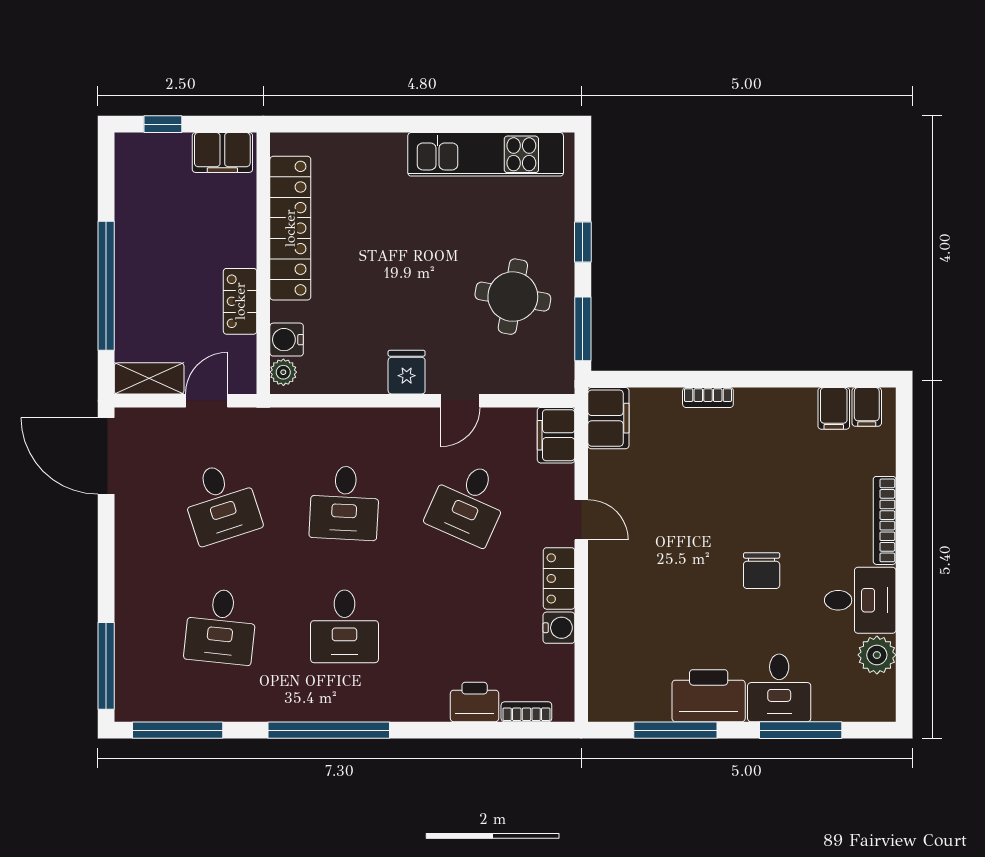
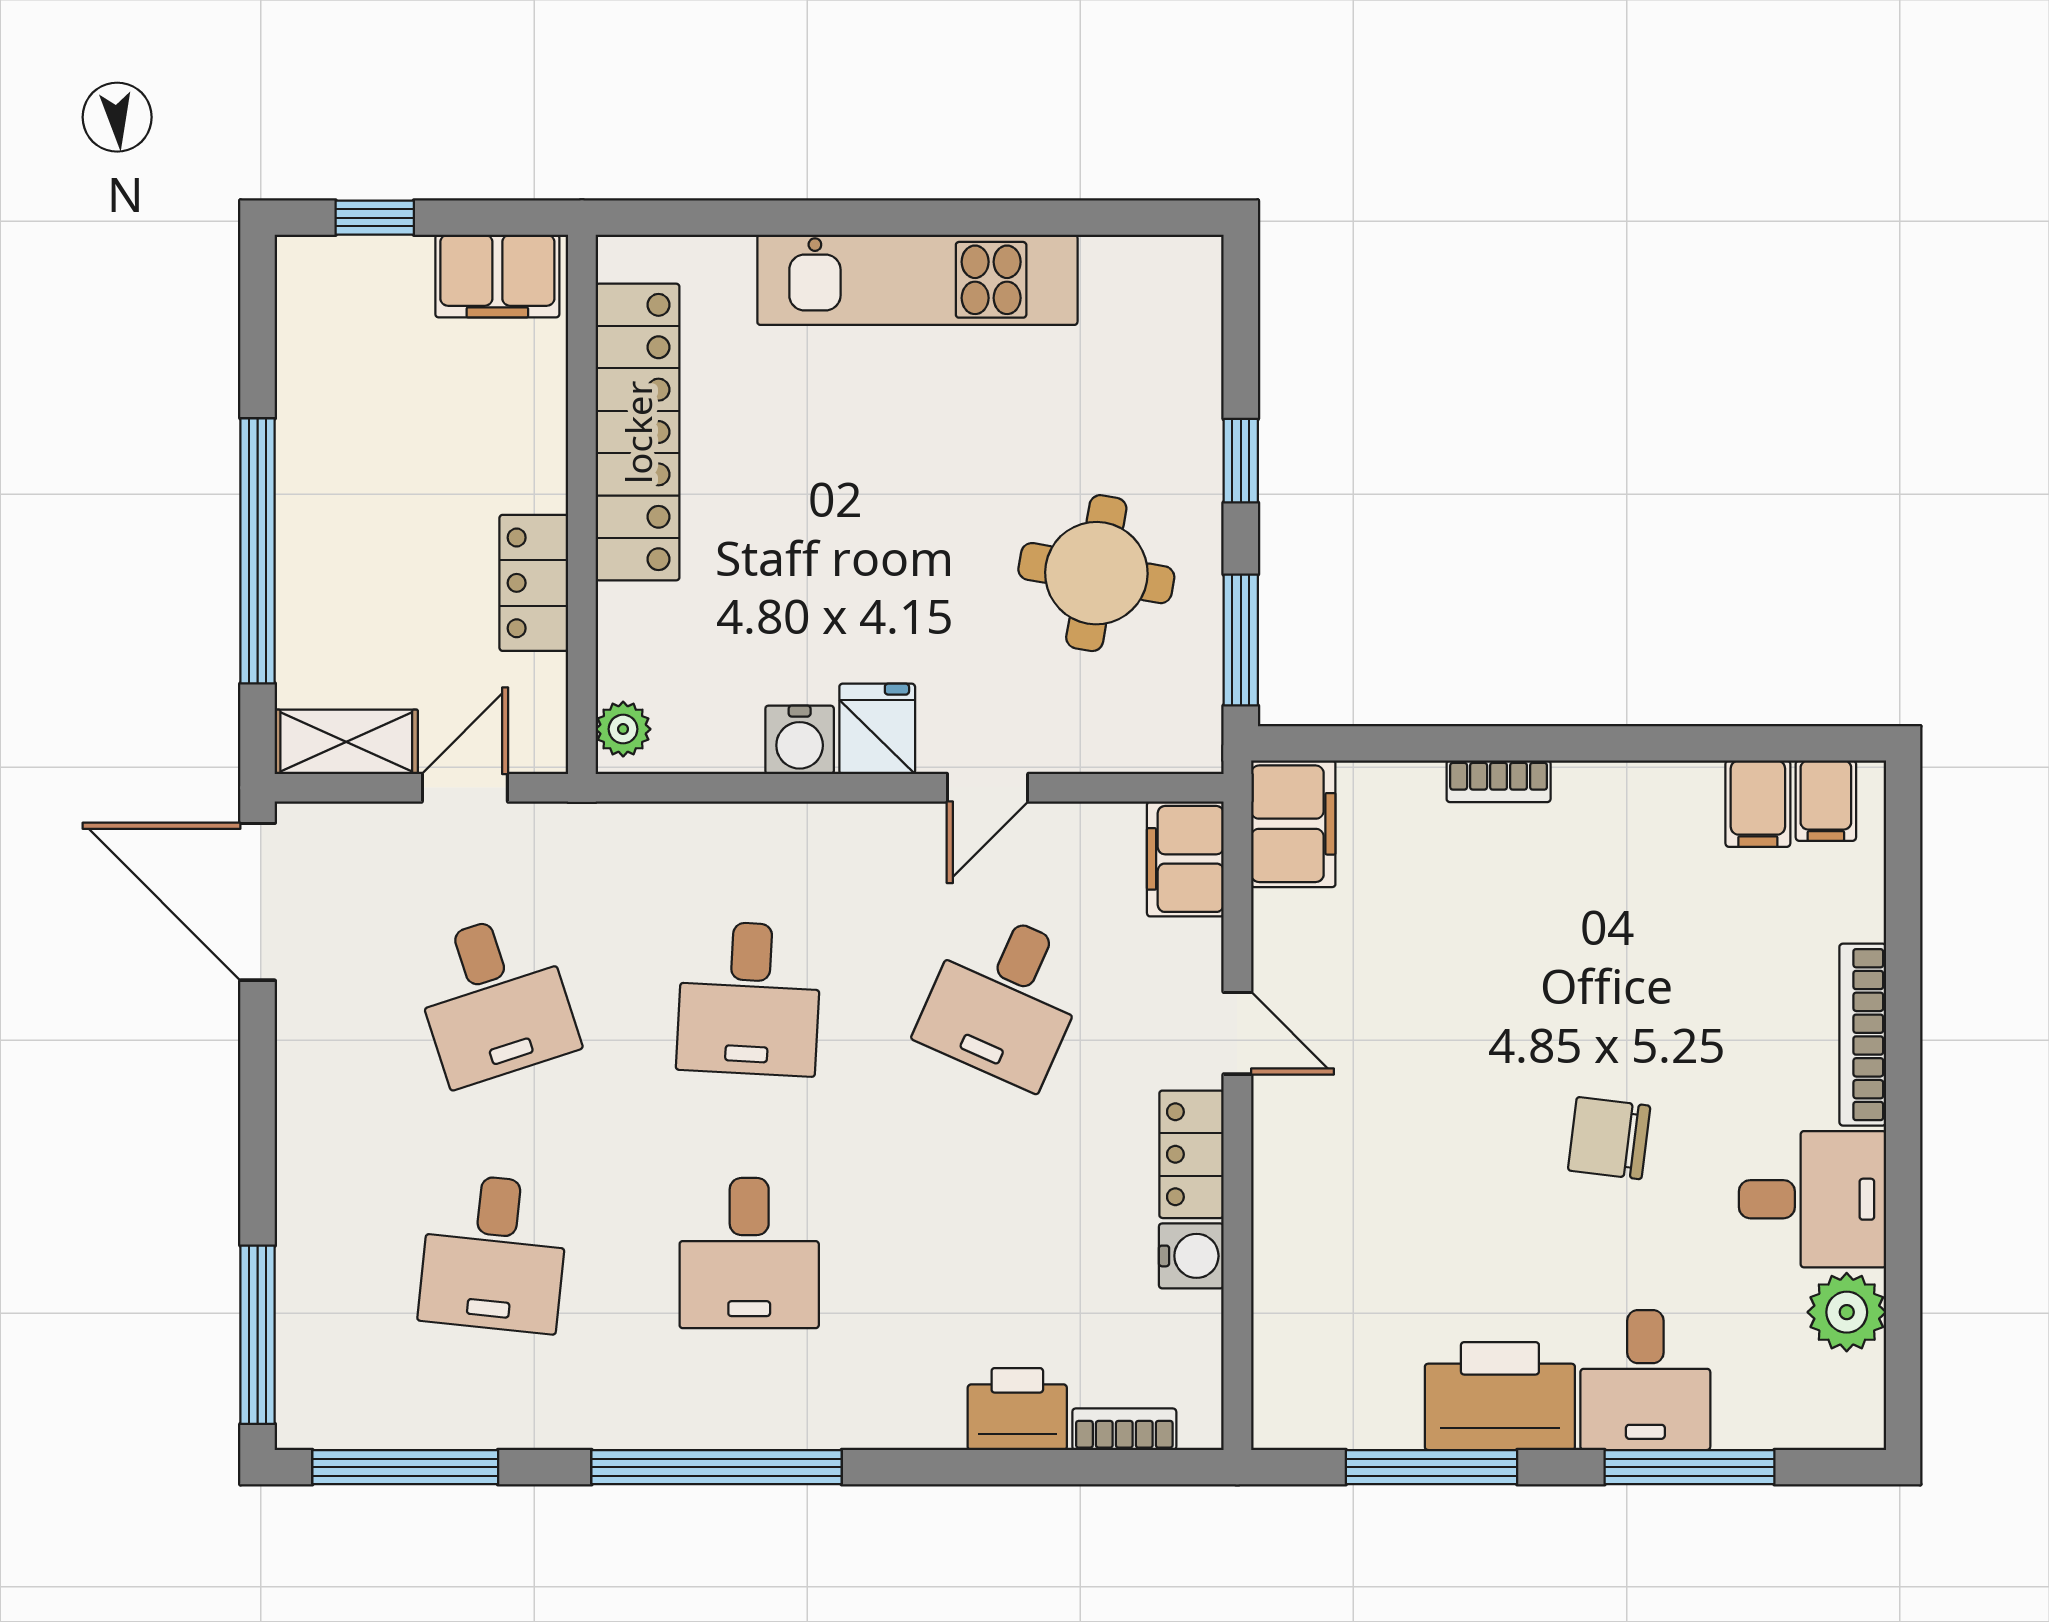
kitchen unit: (486, 154) -> (917, 280), moved
water cooler: (287, 340) -> (800, 740), moved, turned -90
chair: (762, 571) -> (1609, 1138), turned 97

